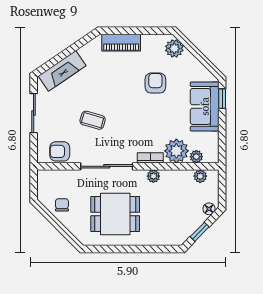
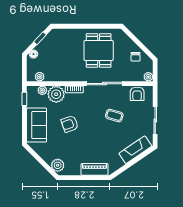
armchair: (155, 83) -> (70, 124), moved, turned 71
window: (222, 99) -> (24, 99), moved
armchair: (60, 151) -> (137, 94), turned 90
plant: (153, 176) -> (148, 77), moved
dining table: (115, 214) -> (99, 50), turned 90

